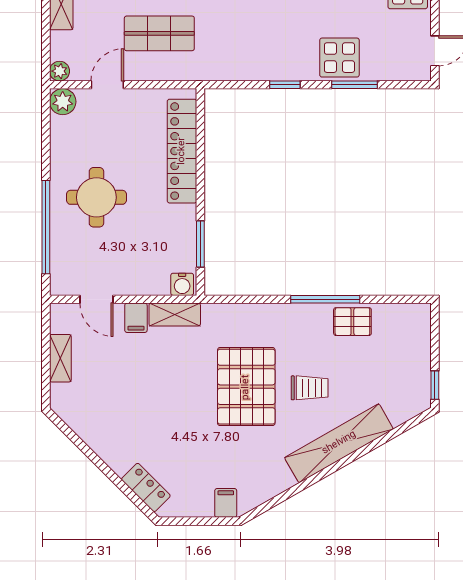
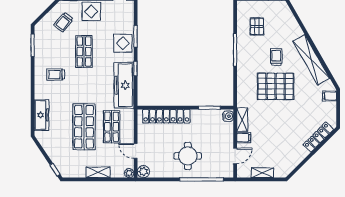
freezer: (249, 60) -> (124, 85), added
pallet: (352, 322) -> (257, 26), moved
shelving: (339, 443) -> (311, 60), moved
locker: (146, 487) -> (318, 137), width x1.53

